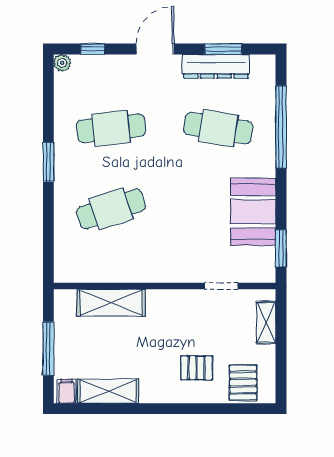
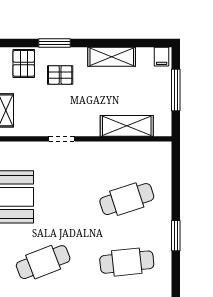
cafe table: (218, 128) -> (43, 262), turned -30
doorway: (221, 286) -> (62, 139), moved
shelving: (108, 391) -> (112, 57), moved
window: (204, 409) -> (54, 43), added

